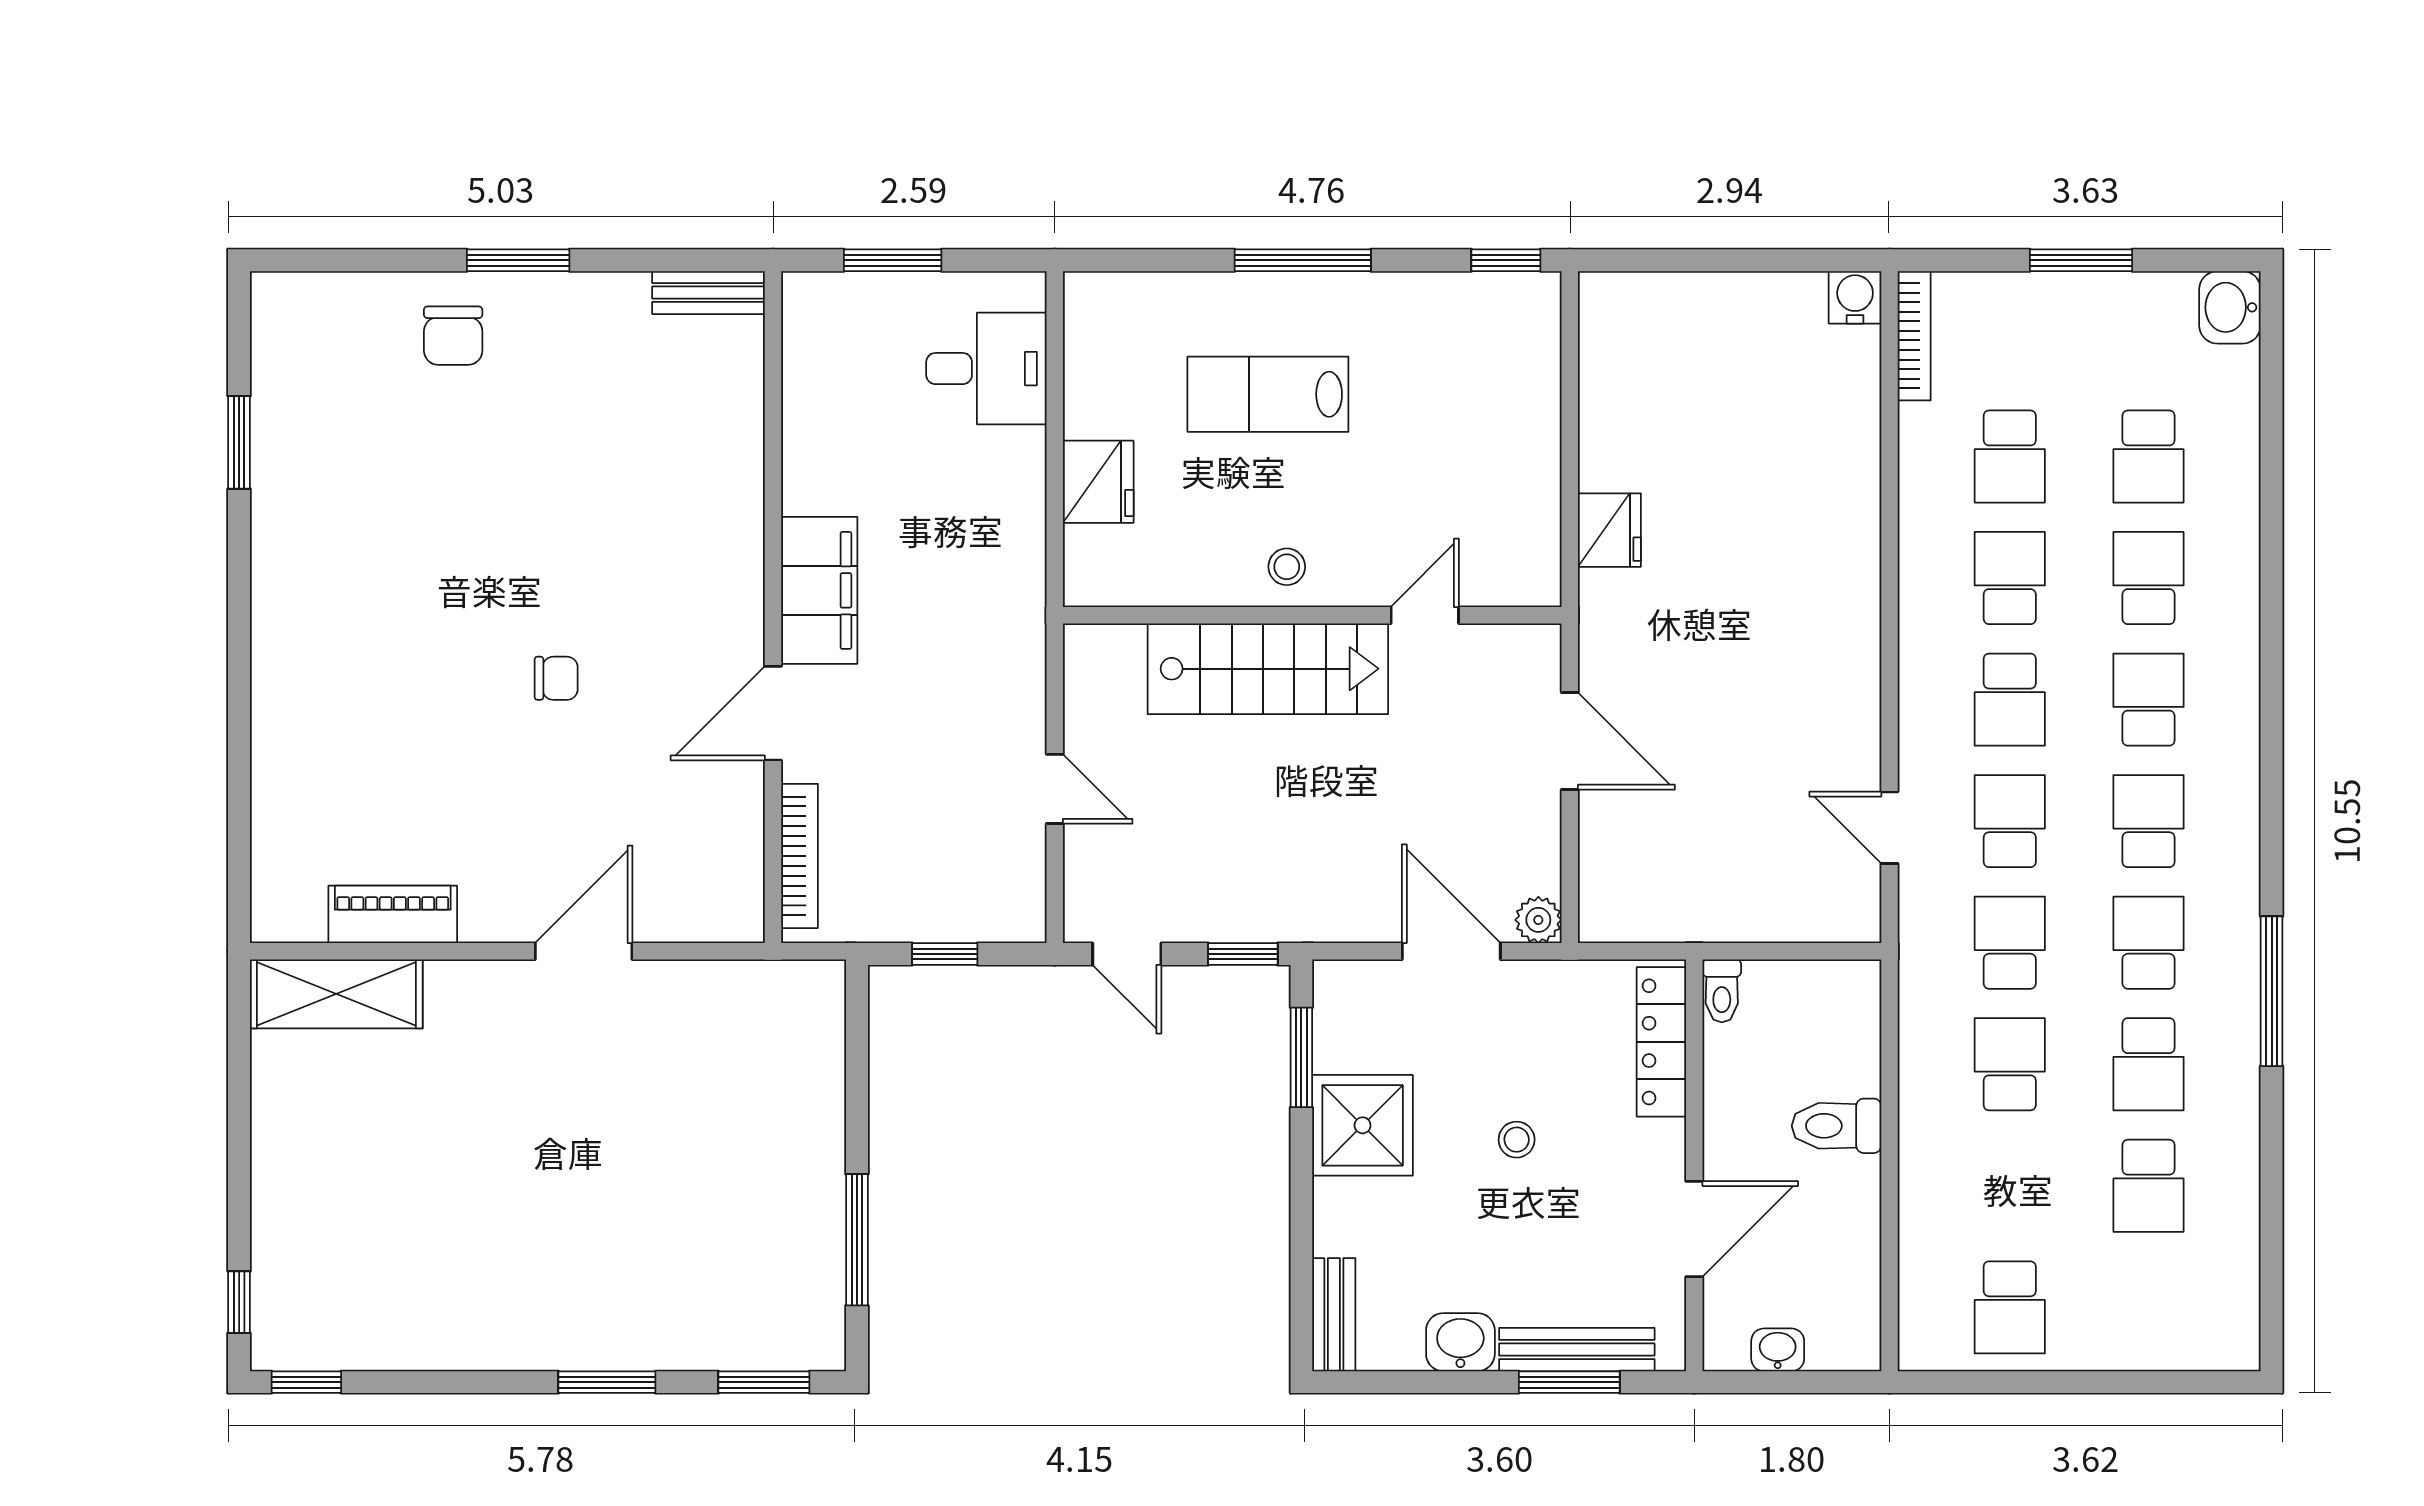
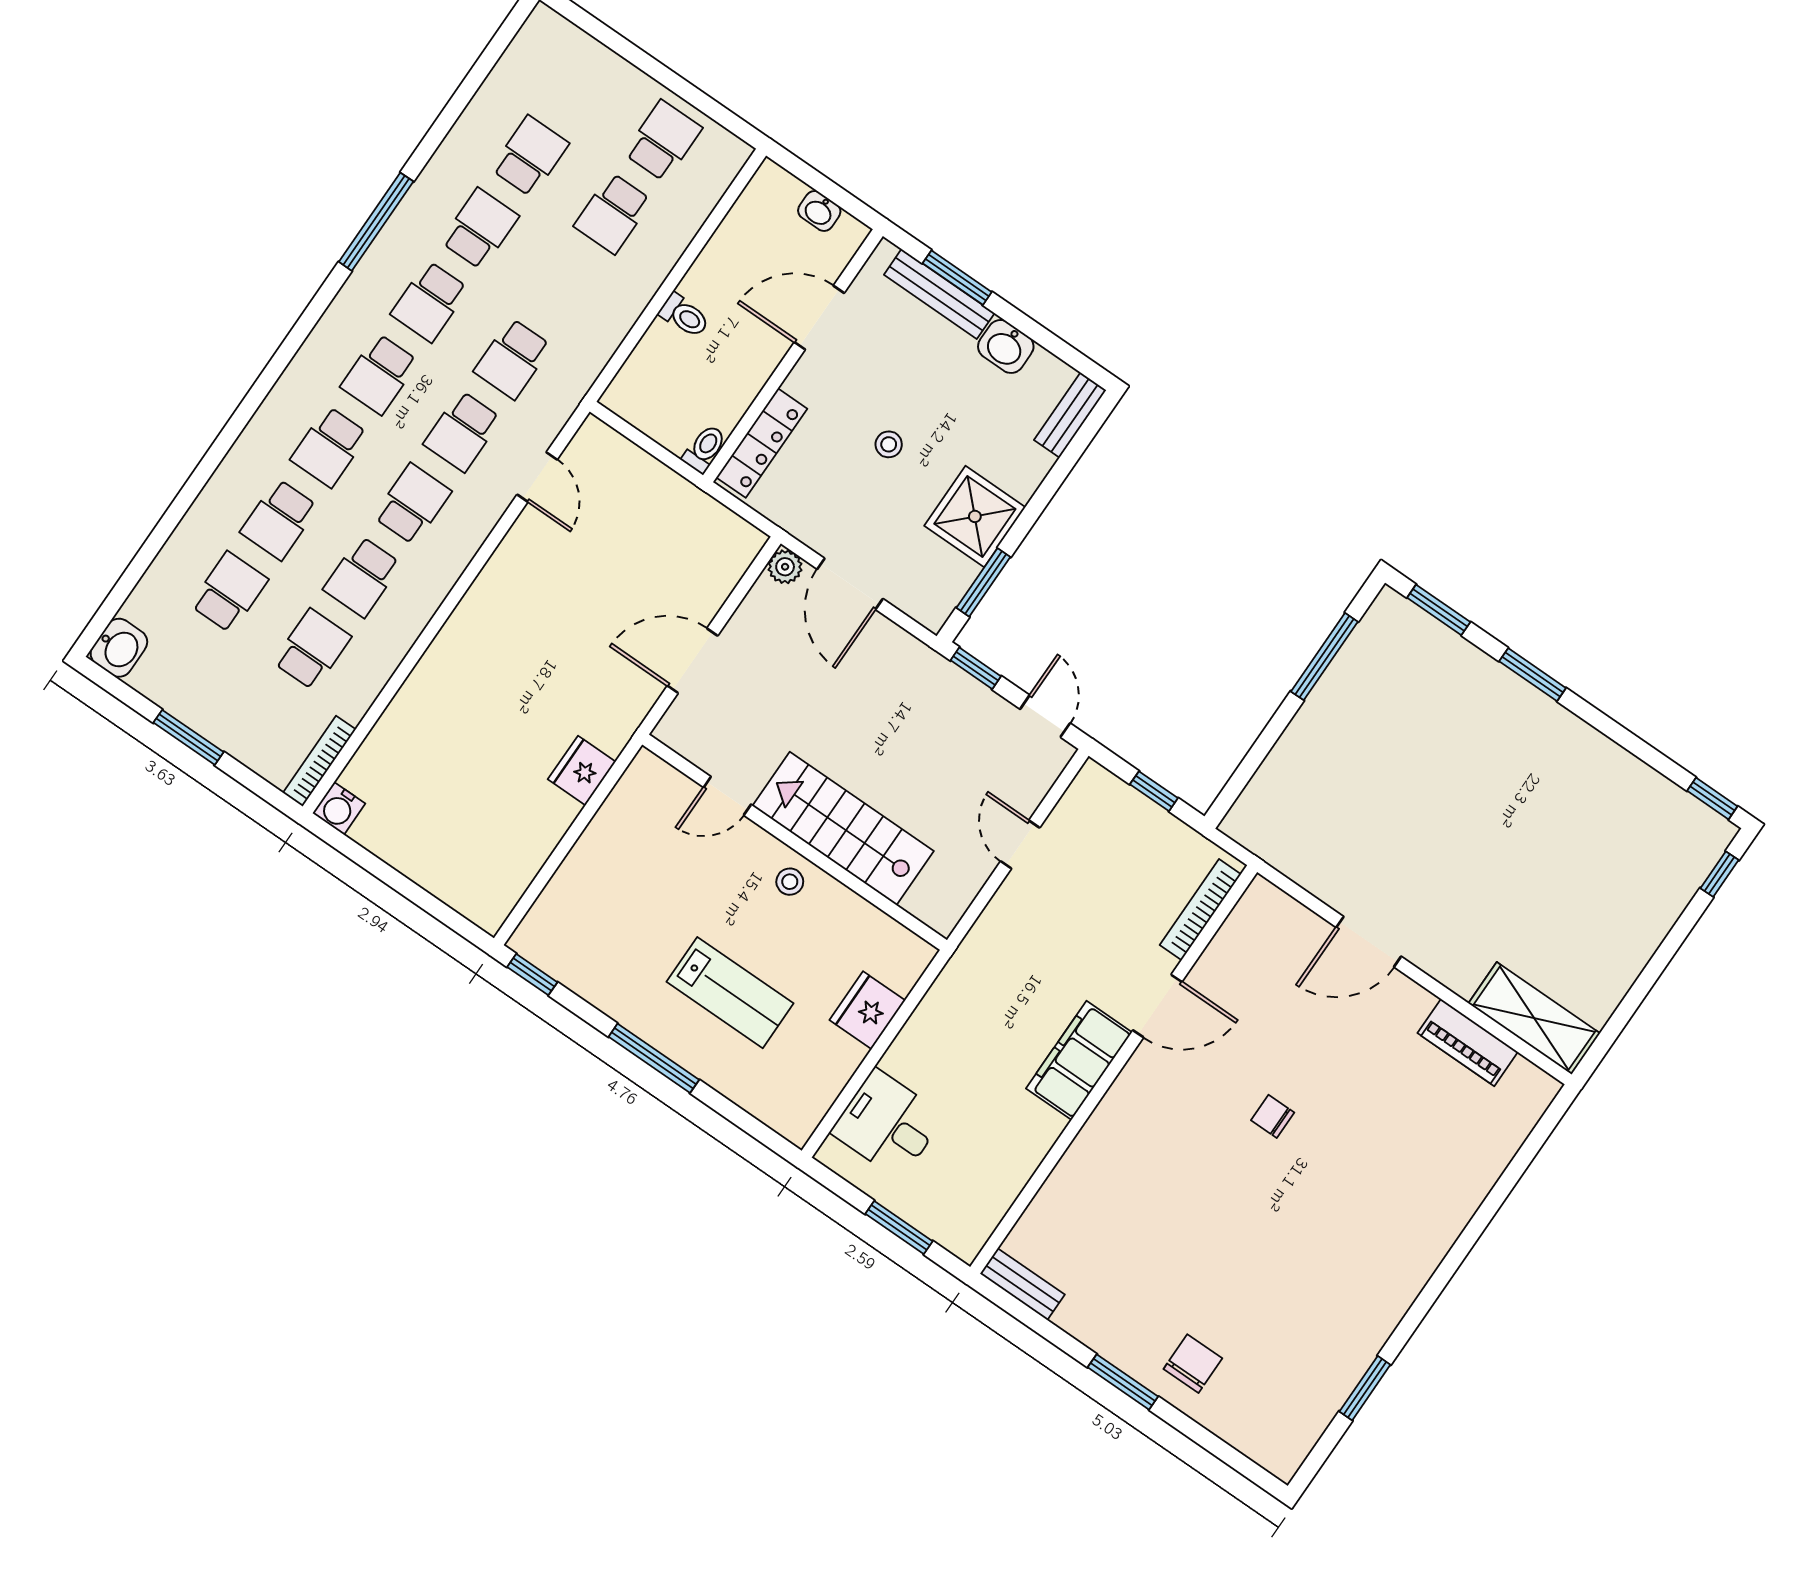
door: (1570, 741) -> (693, 661), hinge flipped
school desk: (2010, 1064) -> (613, 213), moved
toilet: (1836, 1126) -> (684, 316), width x0.73, depth x0.72

